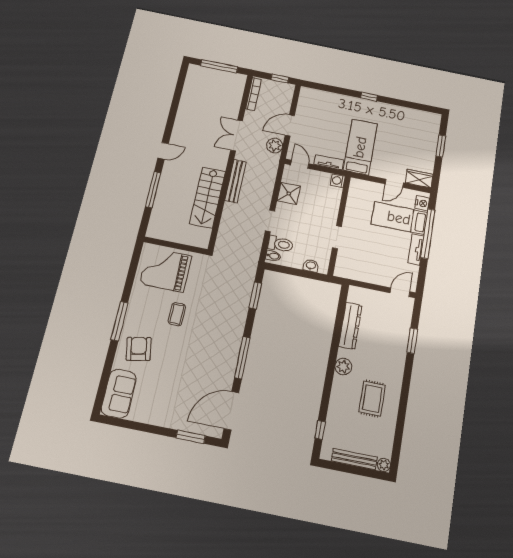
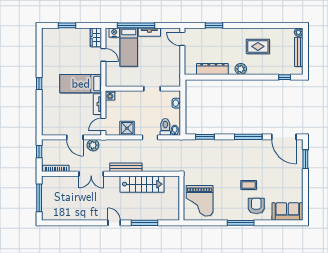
coffee table: (177, 314) -> (249, 185), moved
armchair: (139, 349) -> (256, 206), turned 101

